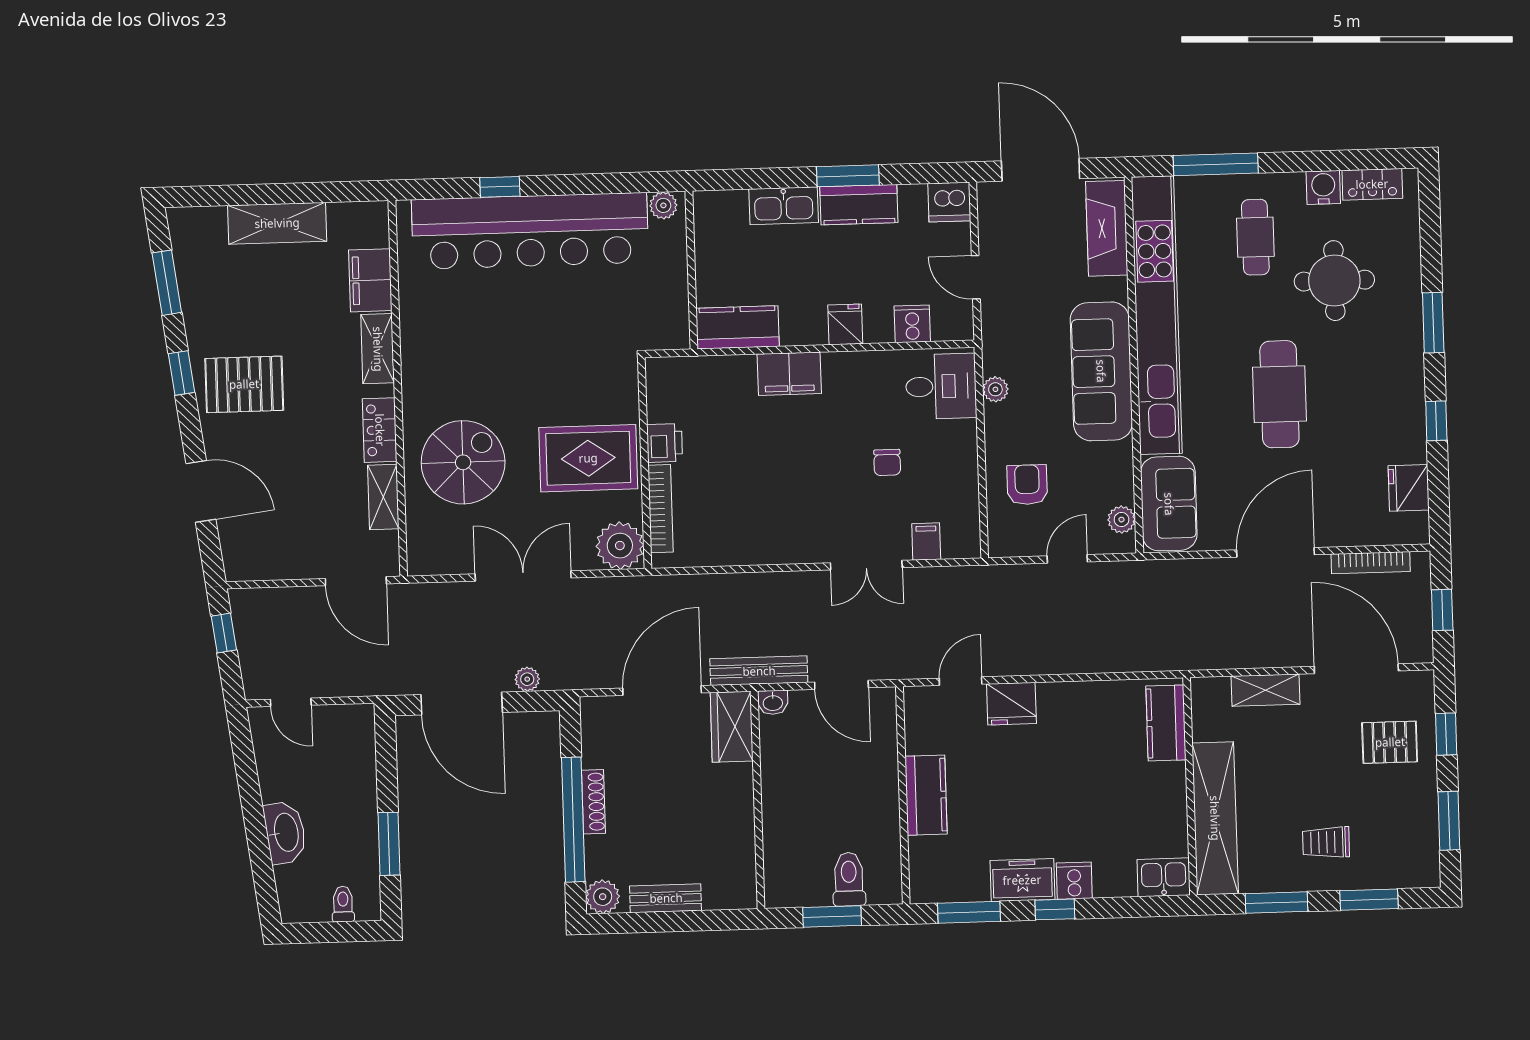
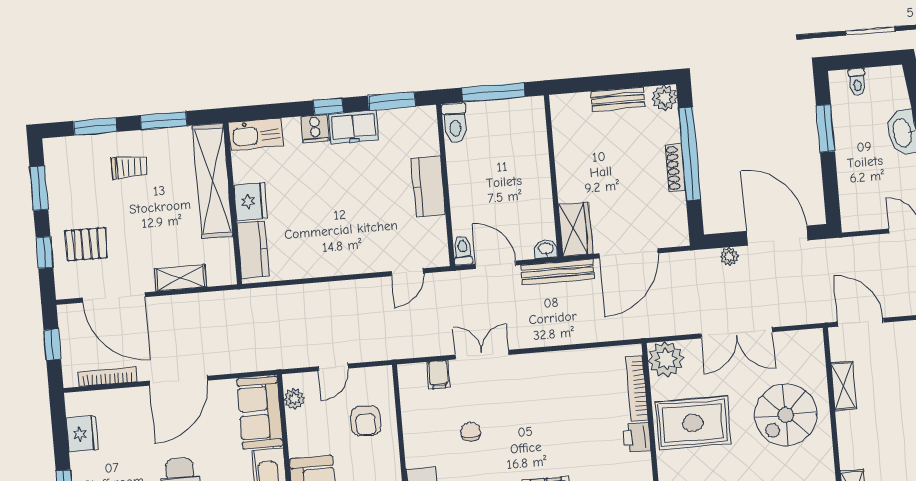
locker: (380, 430) -> (849, 435), removed
fridge: (1011, 704) -> (250, 202), moved, turned 90
toilet: (885, 707) -> (463, 250), added
kitchen sink: (1164, 877) -> (256, 134), width x1.38
toilet: (849, 879) -> (455, 123), moved
window: (832, 916) -> (493, 92), width x1.44

